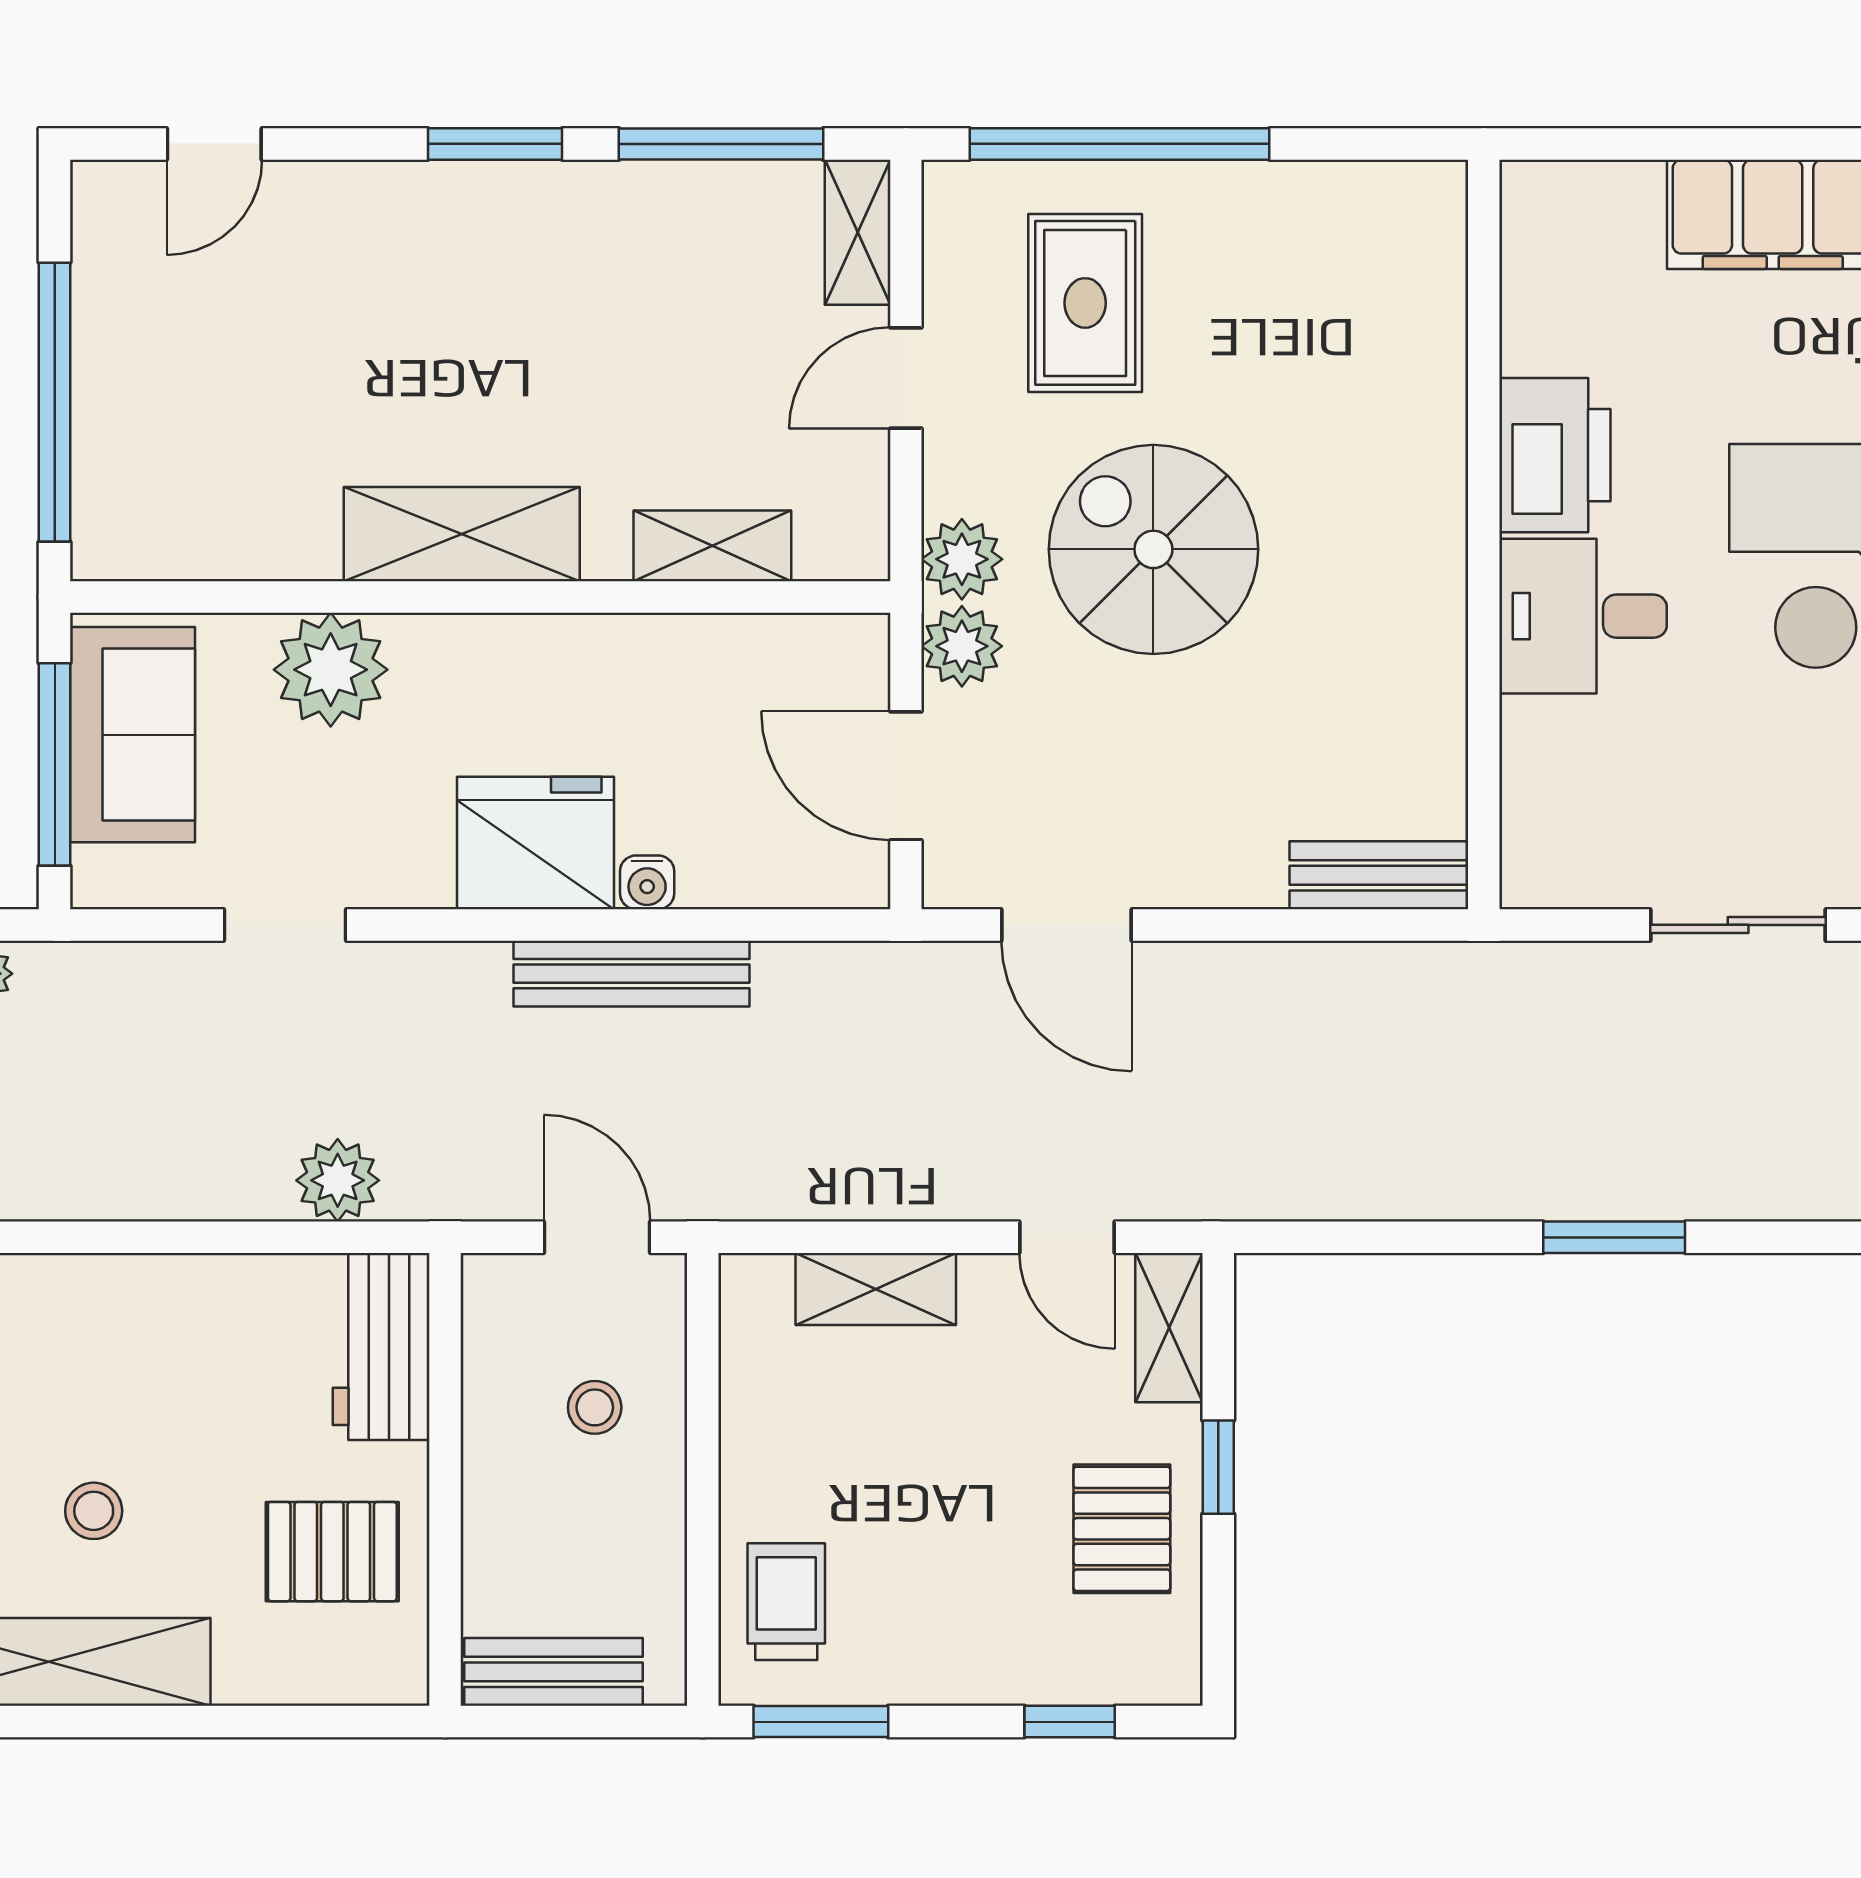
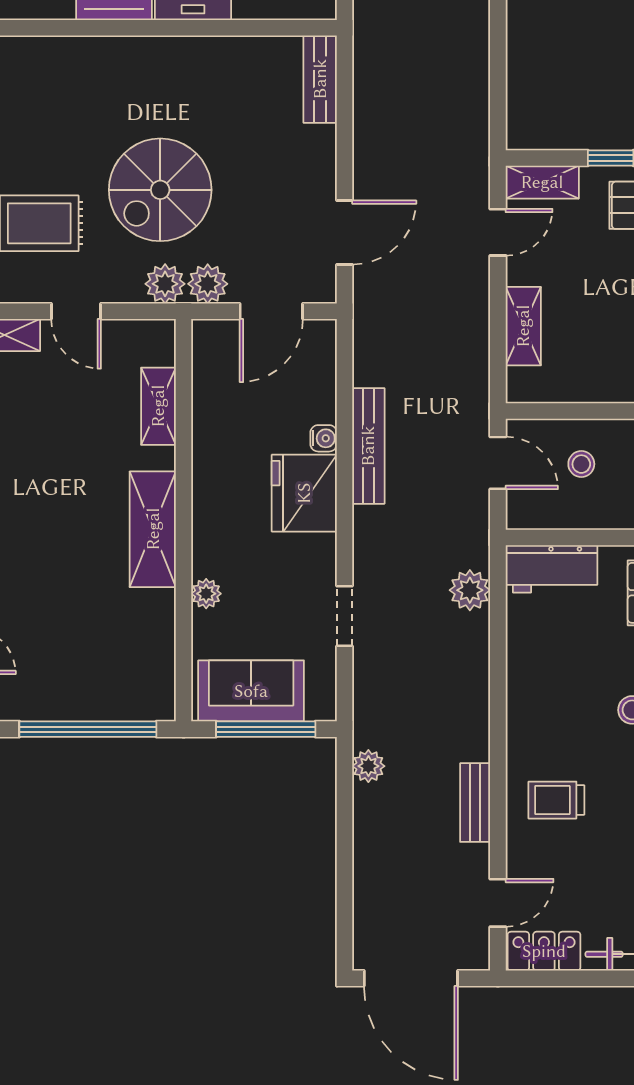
plant: (331, 670) -> (206, 594), width x0.53, depth x0.53
door: (597, 1237) -> (498, 463), swing flipped

